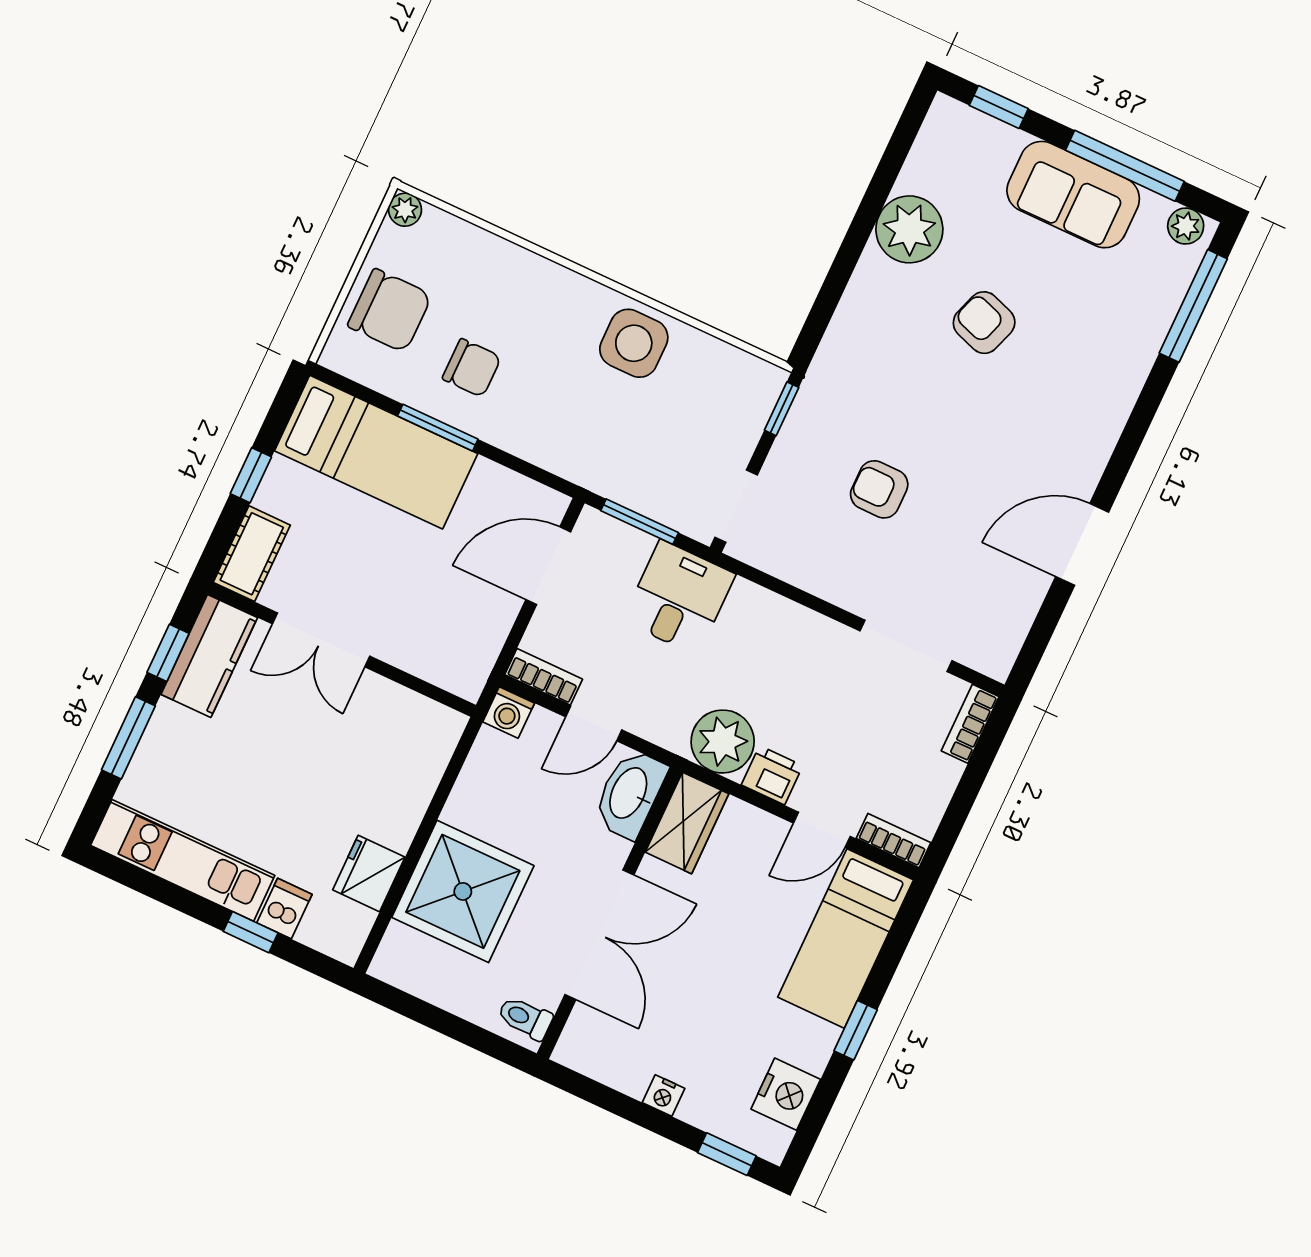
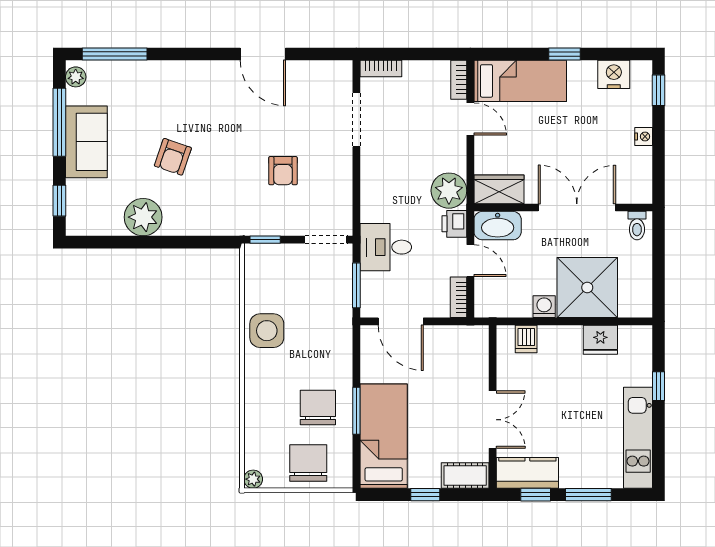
chair: (472, 368) -> (318, 407), width x1.37, depth x1.37
washing machine: (509, 713) -> (544, 307), moved, turned -90
printer: (772, 775) -> (454, 224), moved
dishwasher: (284, 909) -> (526, 339), moved, turned -90

